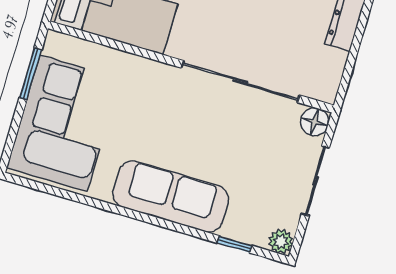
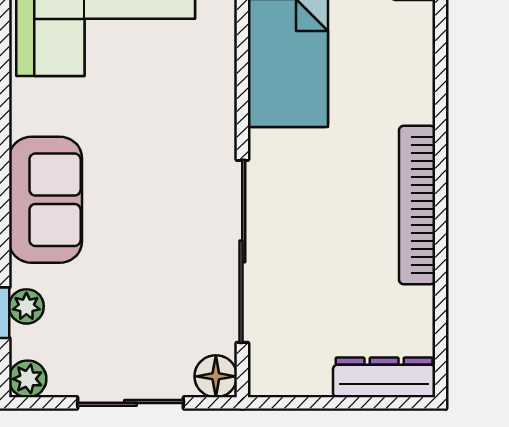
sofa: (171, 197) -> (46, 200), width x0.73
plant: (235, 229) -> (26, 306), added

